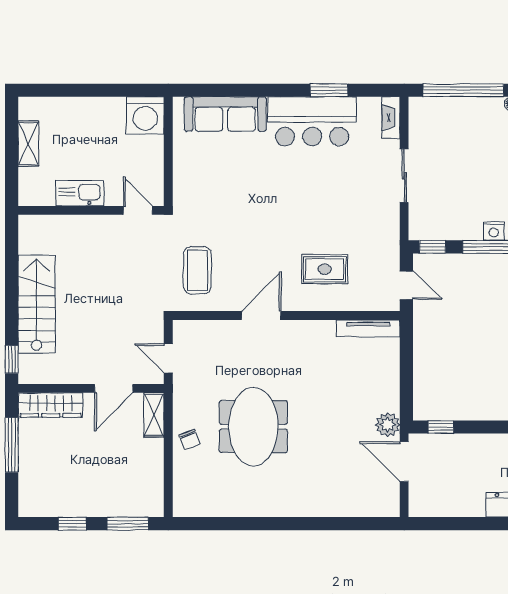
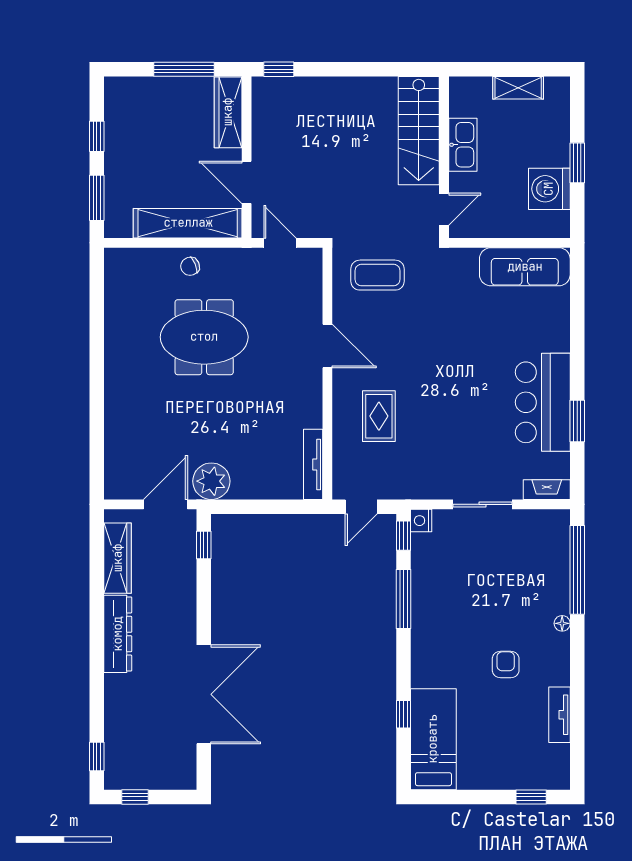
window: (96, 90) -> (577, 163), added
sofa: (225, 114) -> (525, 267), moved, turned -90
washing machine: (145, 115) -> (549, 189), moved
nightstand: (494, 231) -> (421, 521), moved
stairs: (37, 304) -> (419, 131), moved, turned 90
door: (168, 358) -> (280, 243), hinge flipped
shelving: (154, 415) -> (188, 223), width x2.20, depth x1.33
plant: (388, 425) -> (211, 481), width x1.36, depth x1.36
wardrobe: (453, 505) -> (118, 558), added

